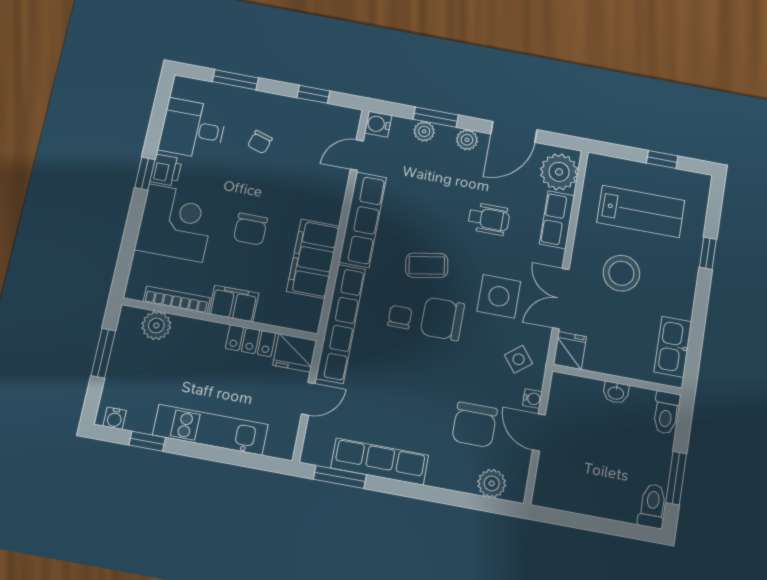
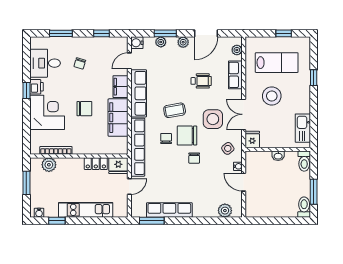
plant: (559, 172) -> (237, 50), width x0.53, depth x0.53
chair: (250, 229) -> (84, 109), turned -90
filing cabinet: (234, 304) -> (120, 87), moved, turned -90
chair: (475, 425) -> (194, 158), moved, width x0.54, depth x0.54

